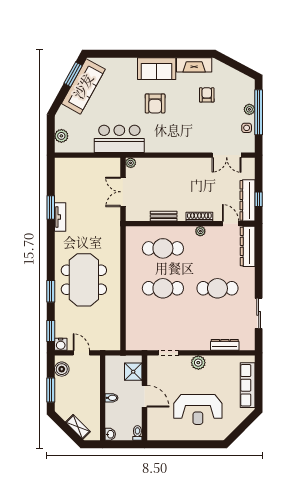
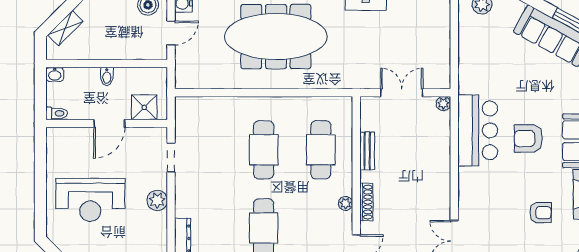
bar counter: (119, 139) -> (478, 130), moved
meeting table: (84, 280) -> (276, 37), width x1.36
reception desk: (198, 409) -> (90, 200), turned -90

